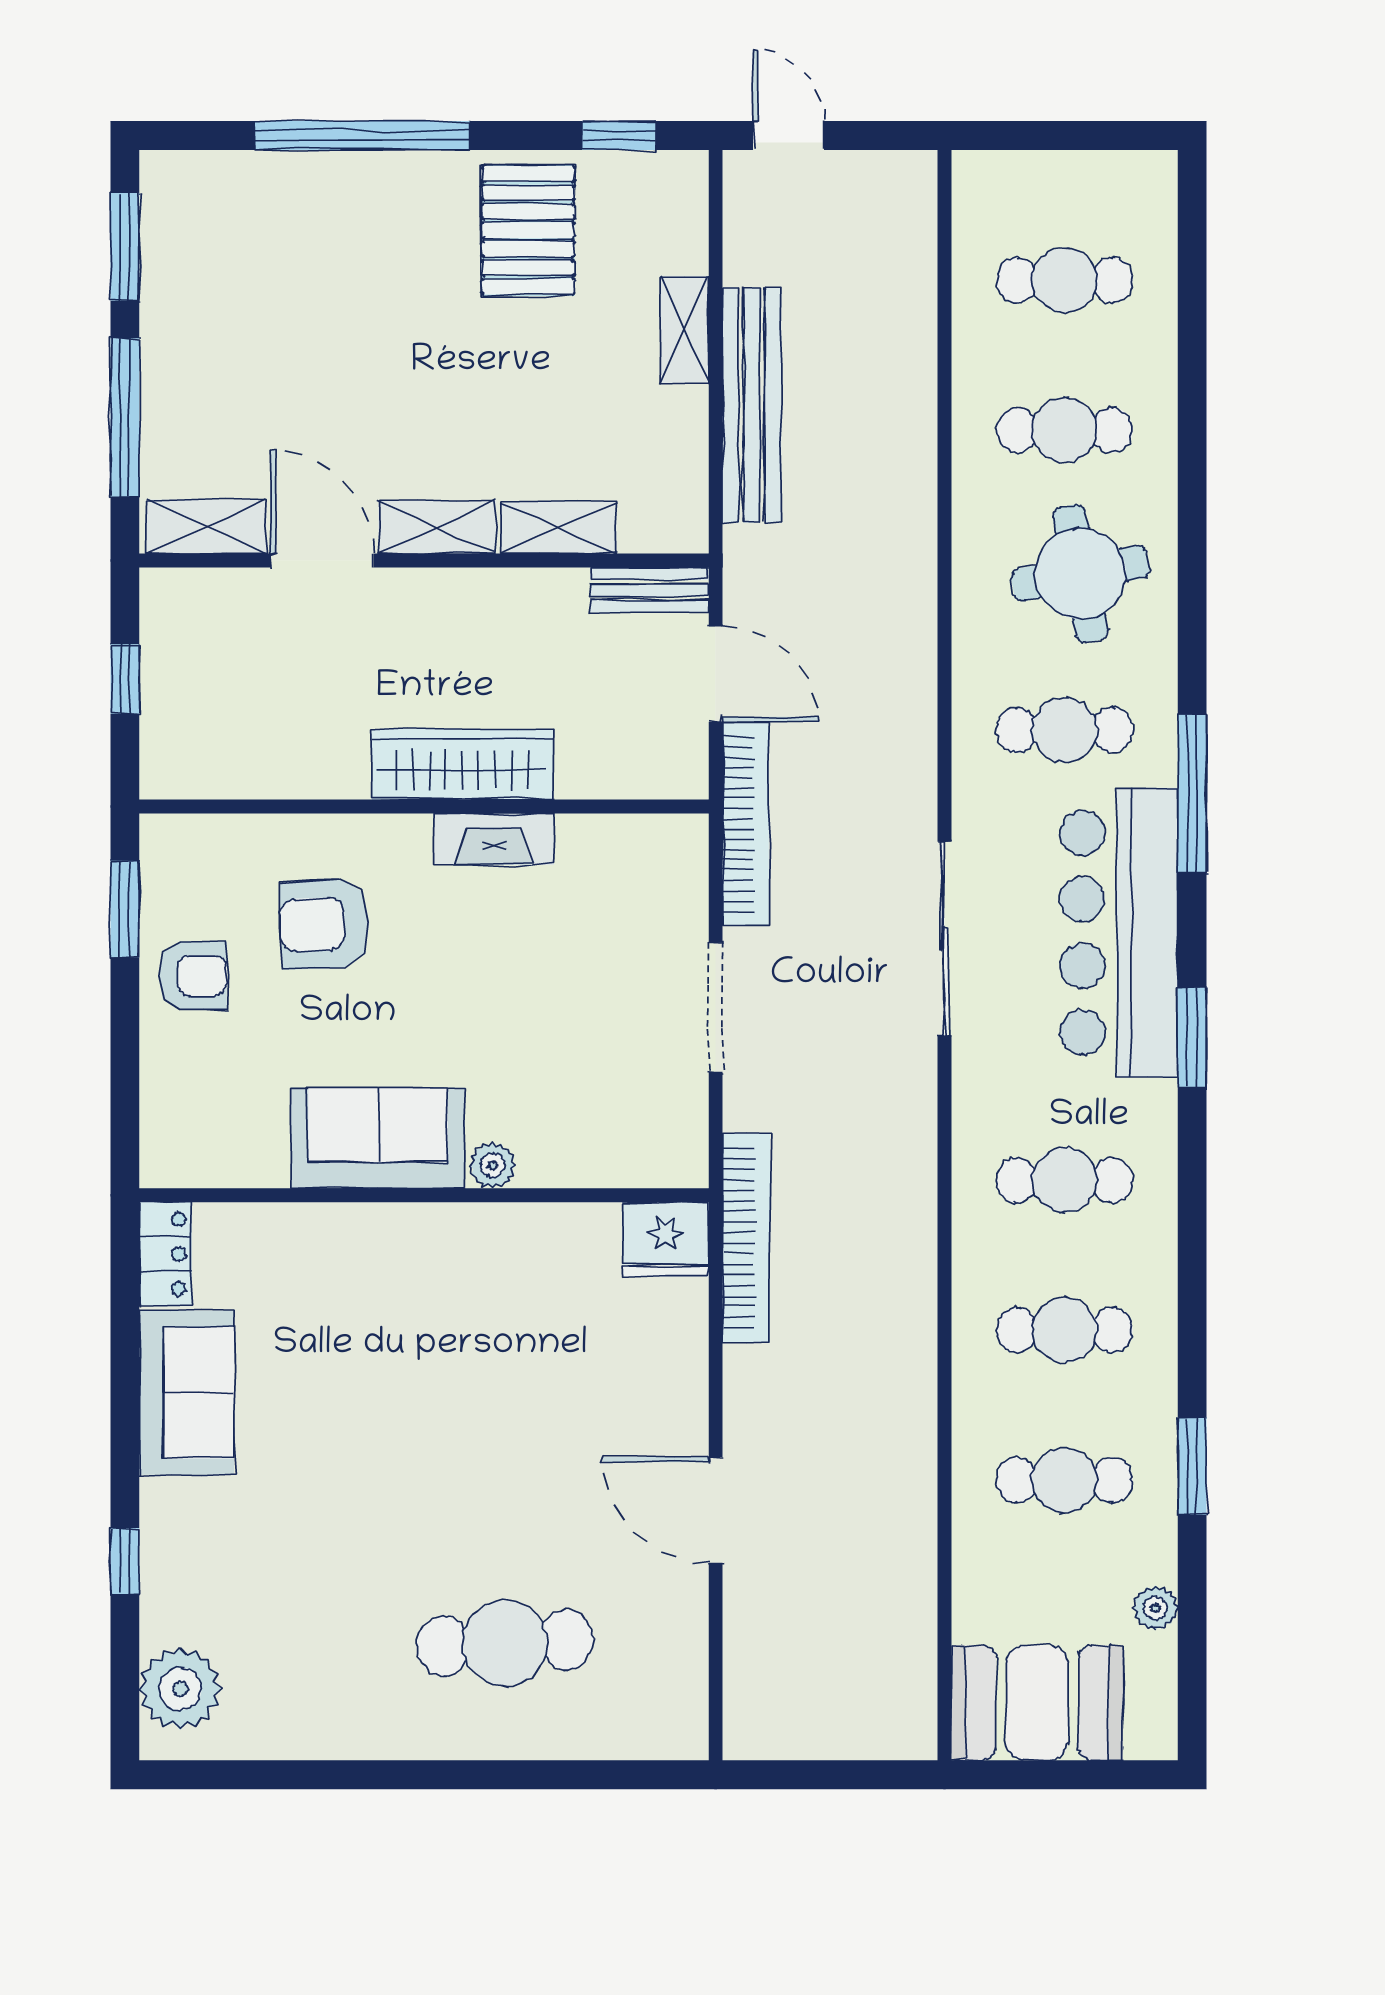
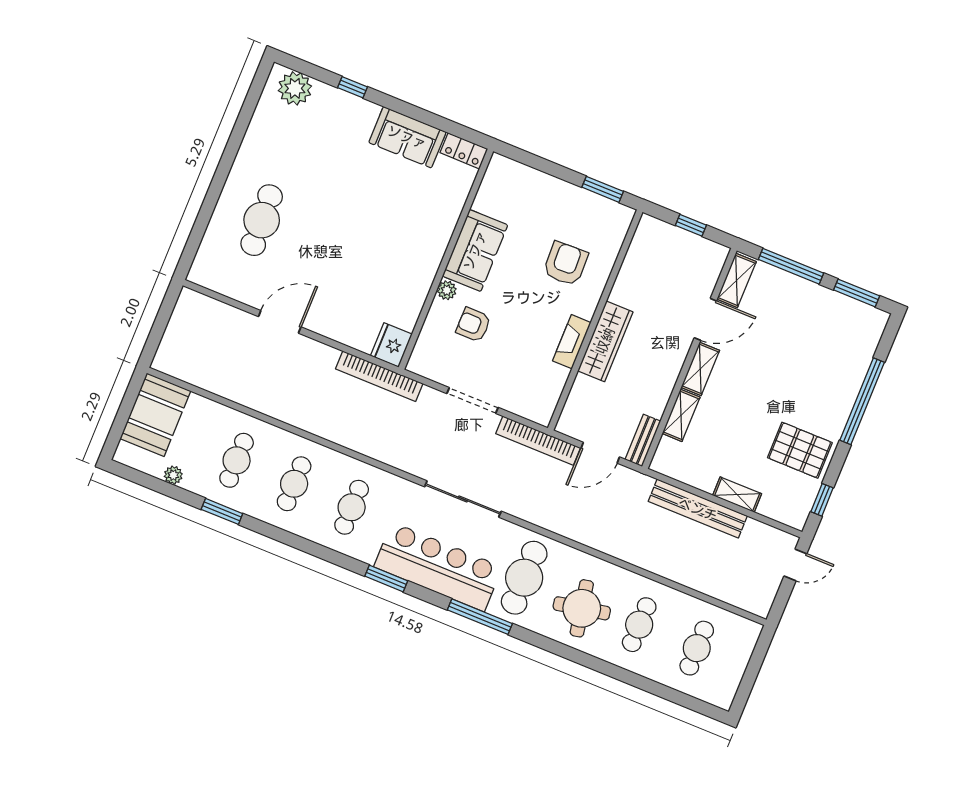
cafe table: (1065, 730) -> (524, 578), width x1.37, depth x1.35
armchair: (193, 976) -> (473, 325), moved, turned 90

